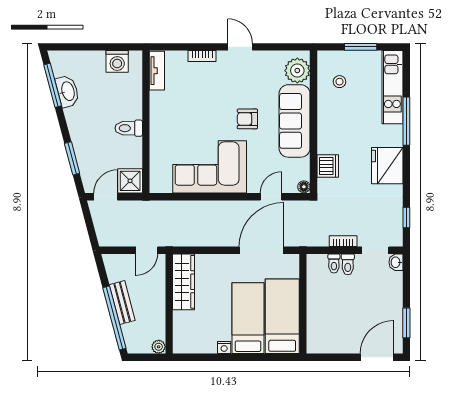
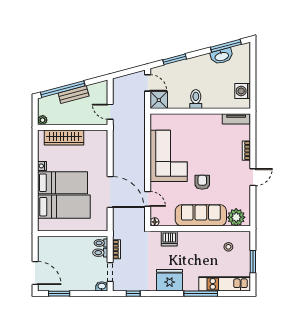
wardrobe: (183, 282) -> (64, 137), moved
wall: (303, 304) -> (73, 234), moved

